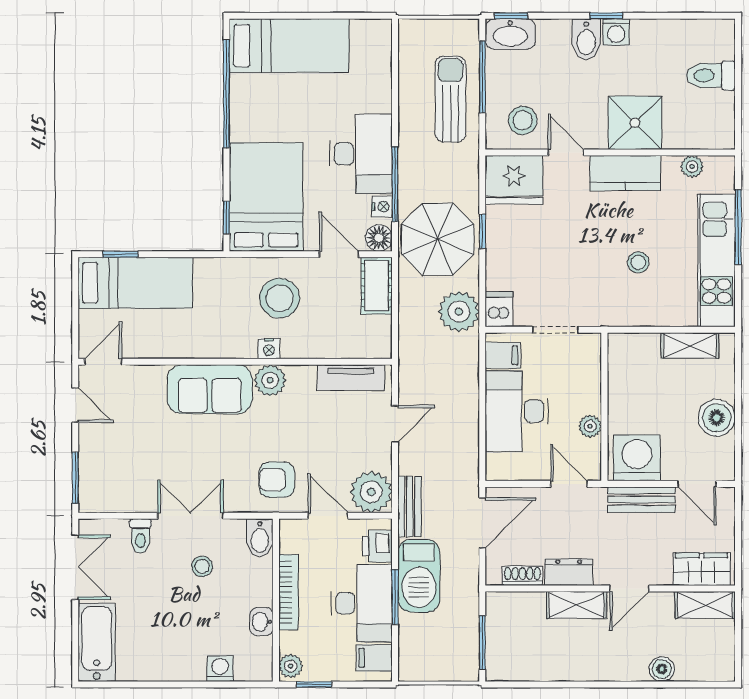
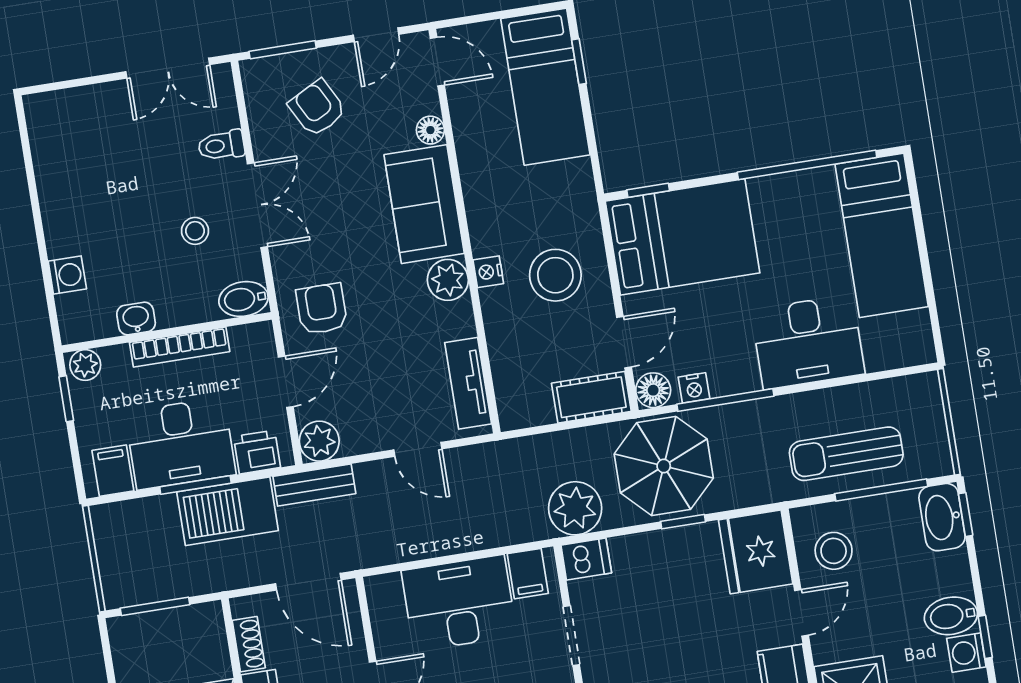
sun lounger: (450, 99) -> (846, 454), turned 180
desk: (361, 154) -> (808, 342), moved
floor lamp: (154, 375) -> (430, 130), added
armchair: (124, 459) -> (317, 108), added
plant: (371, 492) -> (319, 441), width x0.73, depth x0.73
bathtub: (97, 642) -> (76, 111), removed

